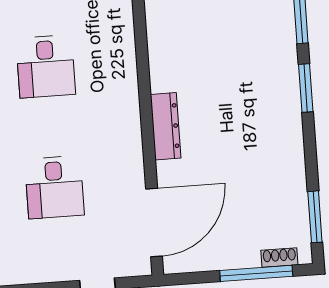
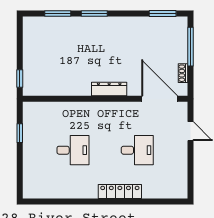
shoe rack: (279, 258) -> (183, 73), moved

